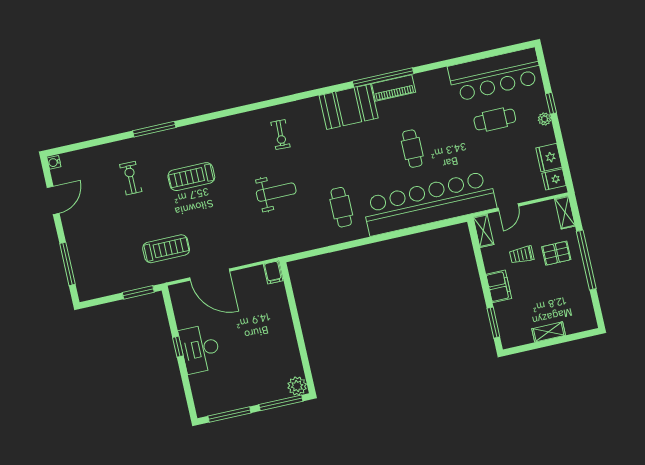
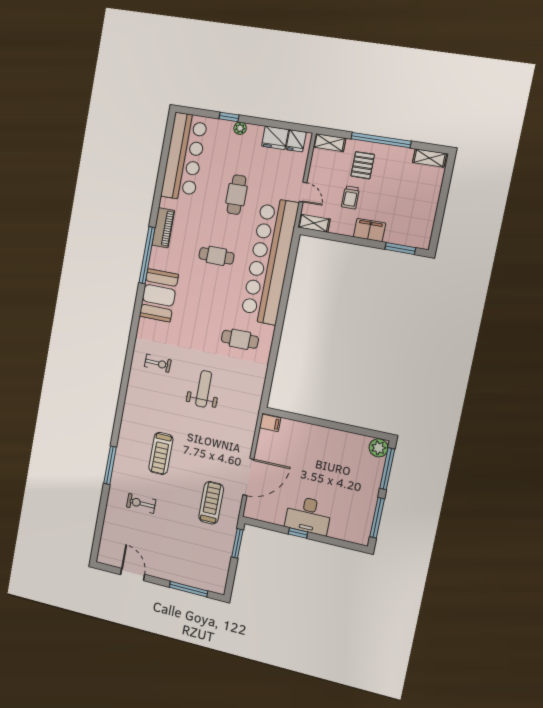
piano: (394, 88) -> (163, 228), moved
cafe table: (495, 120) -> (237, 195), moved
water cooler: (54, 162) -> (103, 559), removed
shelving: (549, 332) -> (430, 158), moved, turned 90

